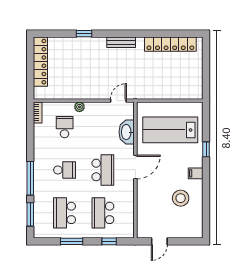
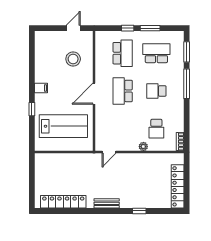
washbasin: (127, 132) -> (102, 124), removed
stool: (181, 198) -> (73, 59), moved
school desk: (65, 213) -> (156, 53), turned -90
window: (109, 241) -> (128, 28), moved

